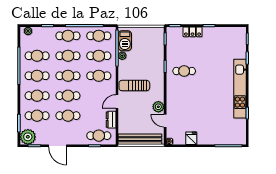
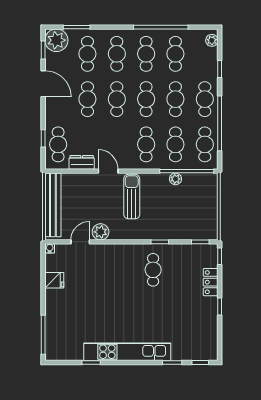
barbecue: (125, 41) -> (198, 183), removed
door: (57, 146) -> (43, 84), swing flipped

